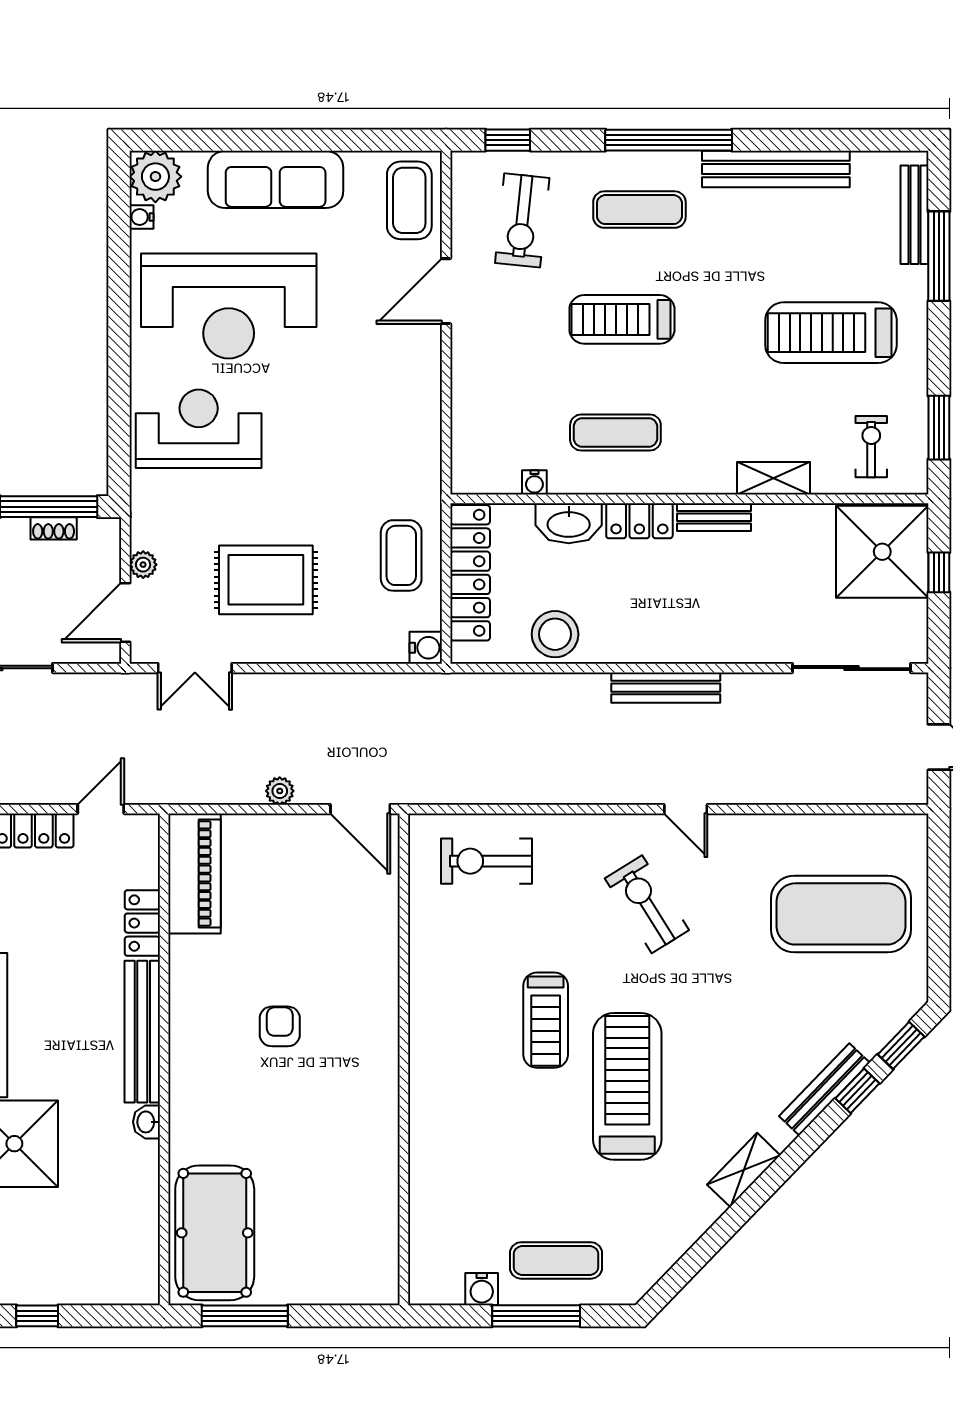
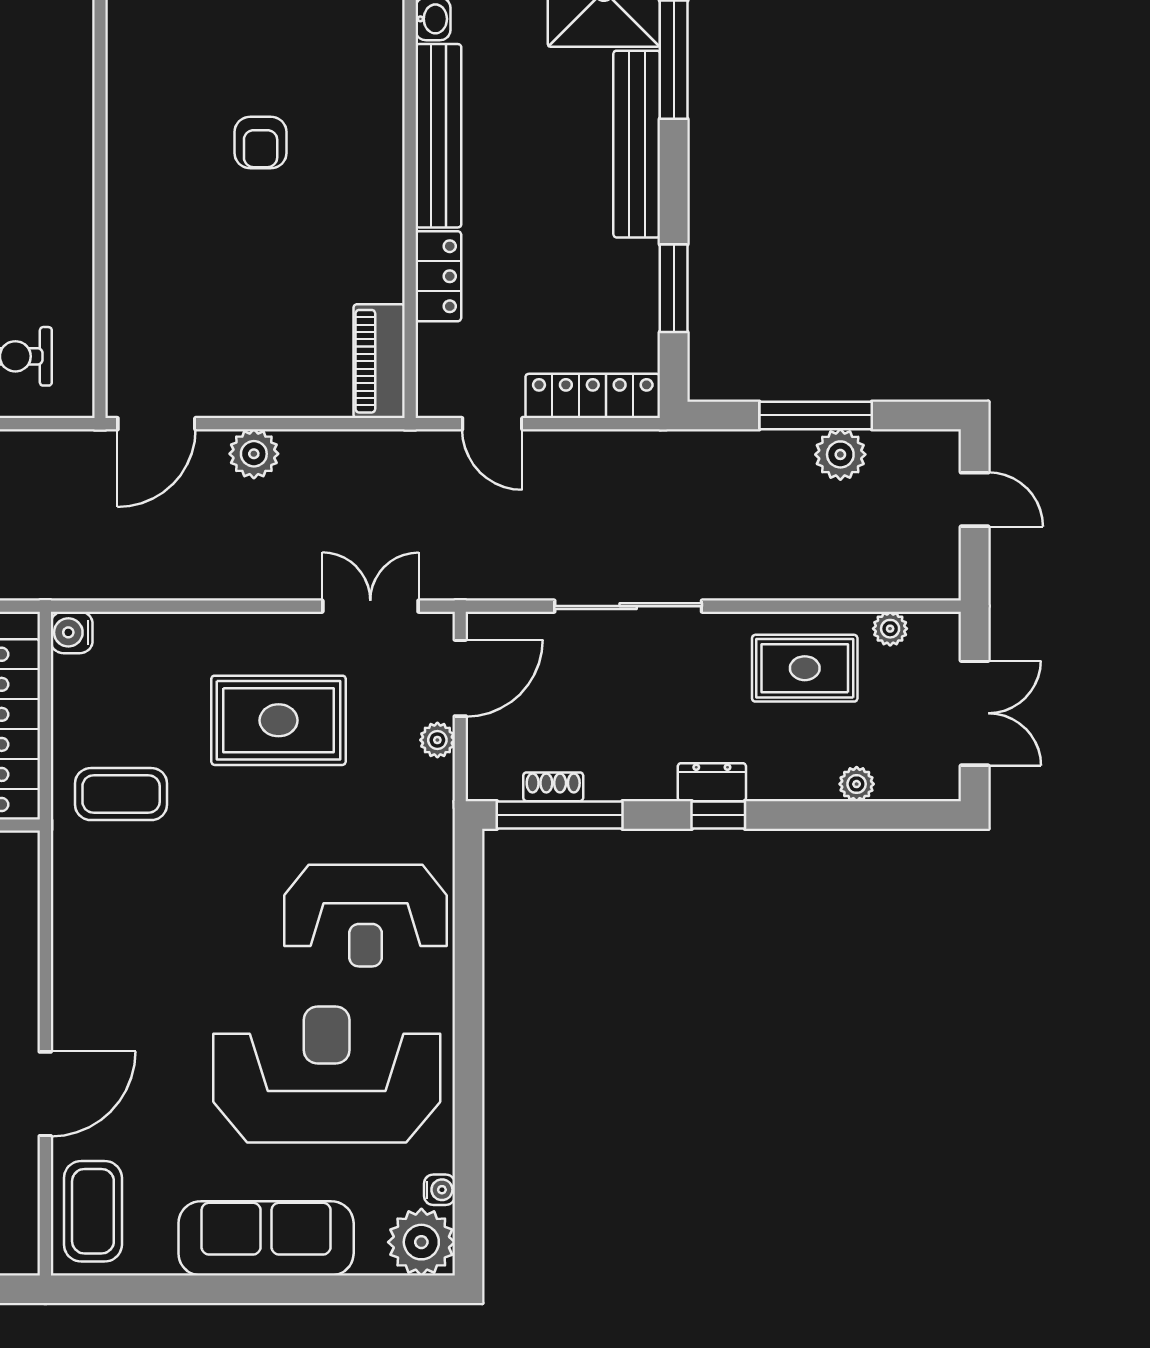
coffee table: (401, 555) -> (121, 794), moved, turned 90
plant: (280, 791) -> (254, 454), width x1.38, depth x1.38
door: (101, 809) -> (492, 424), hinge flipped
door: (360, 809) -> (156, 424), swing flipped
piano: (195, 874) -> (379, 361), width x0.73, depth x0.75

